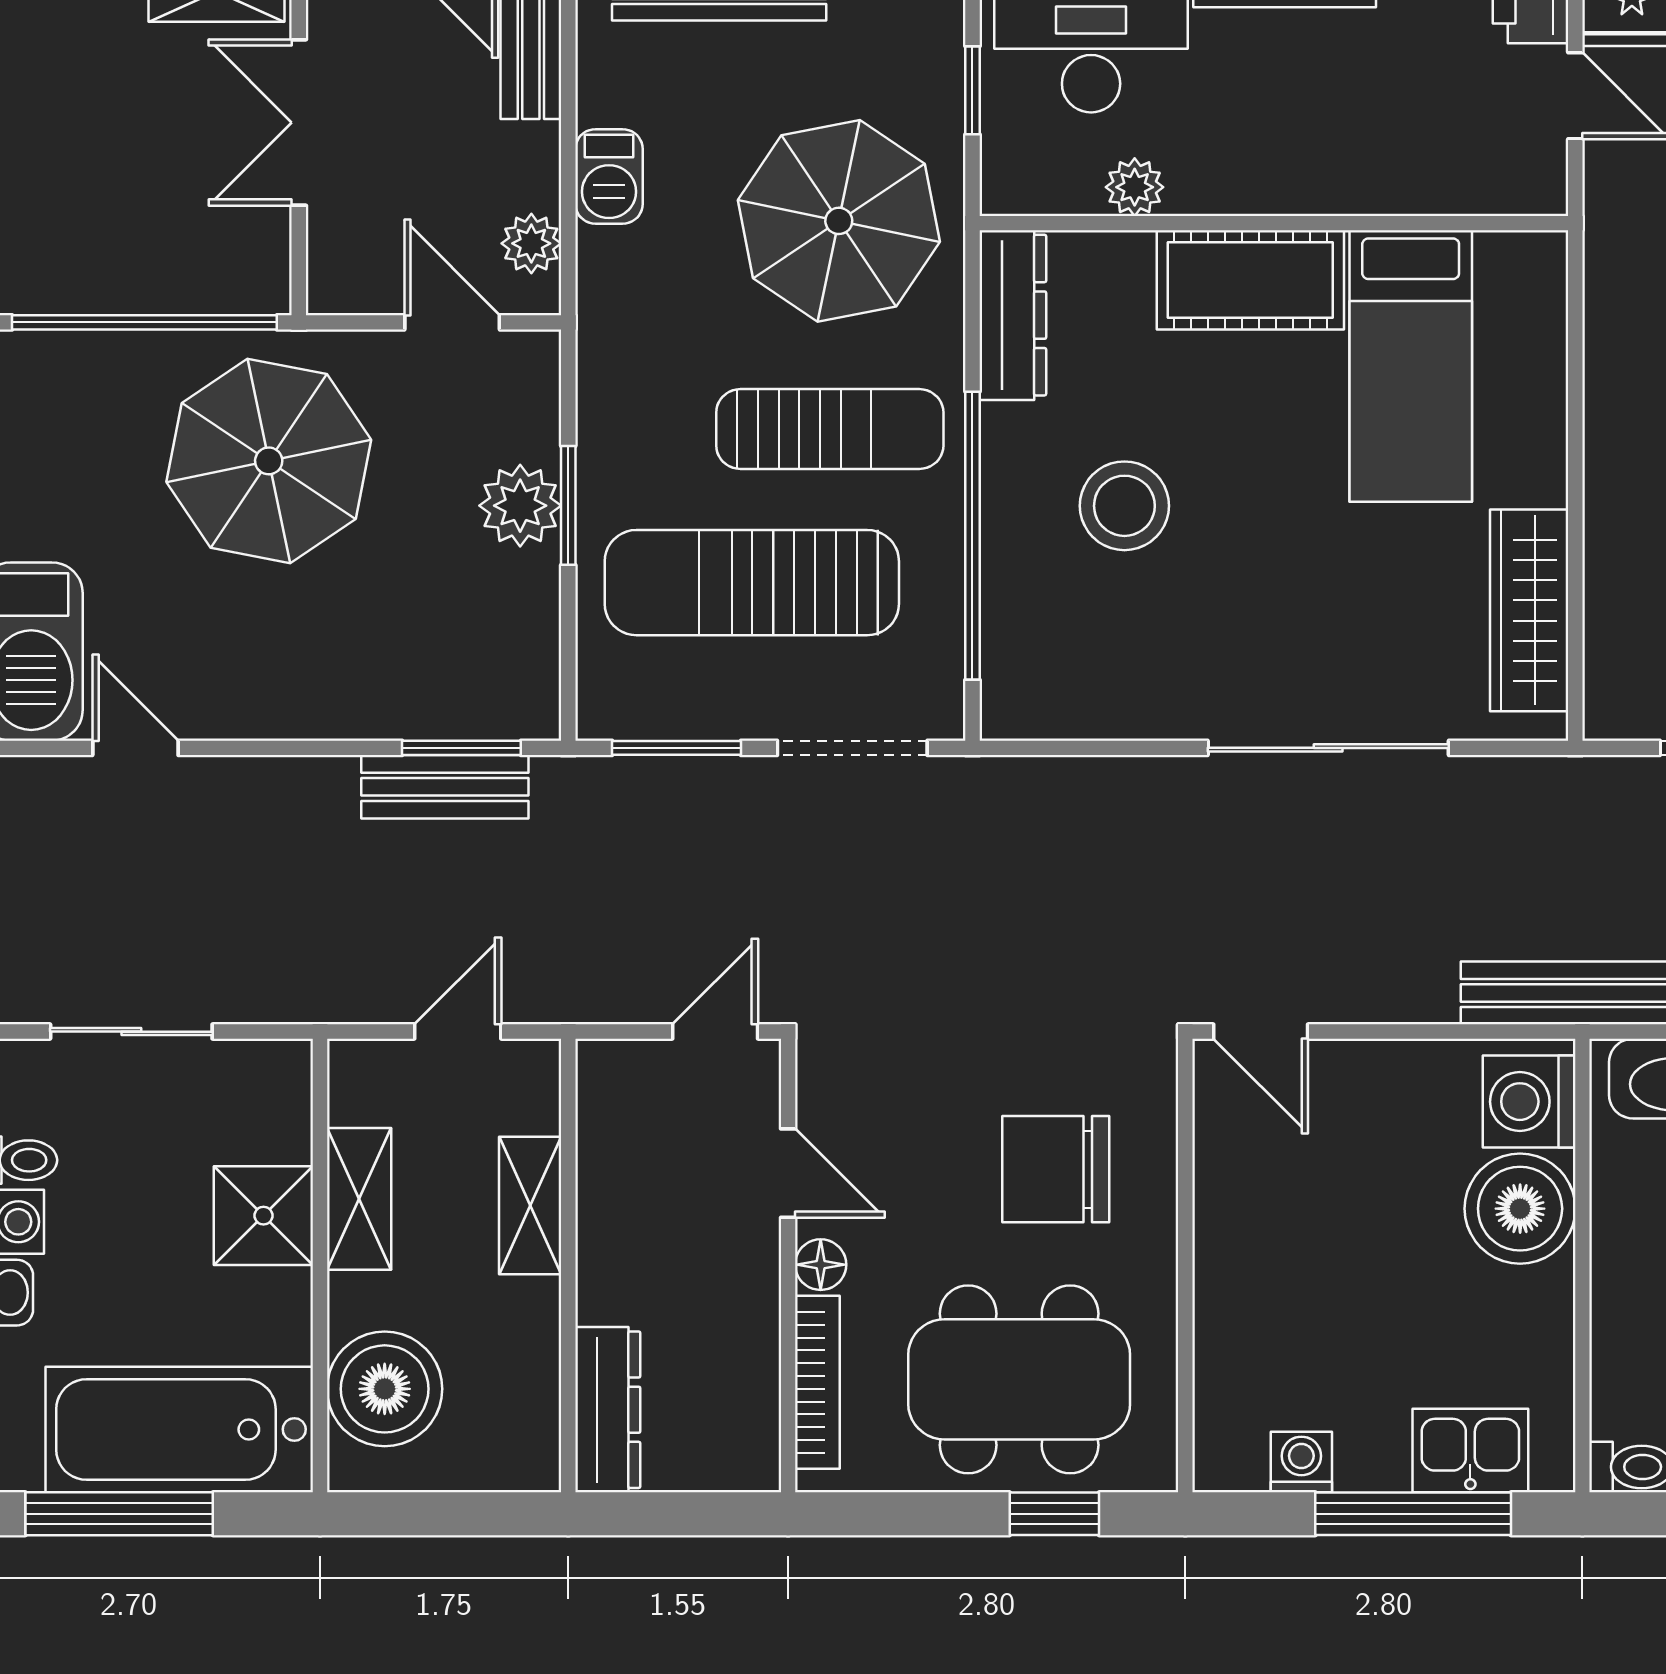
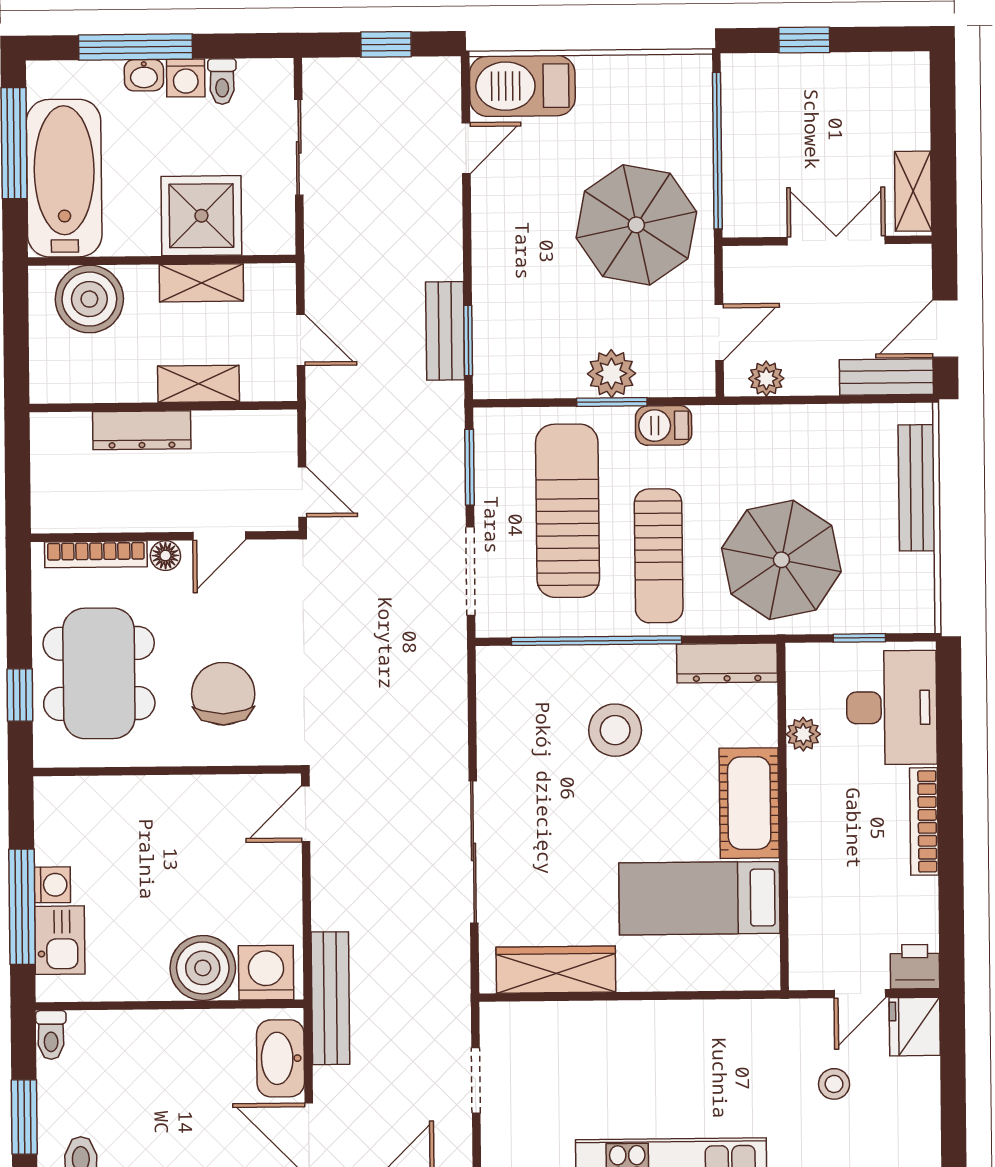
barbecue: (609, 176) -> (664, 425), moved
shower: (263, 1216) -> (201, 216), width x1.36, depth x1.36
dresser: (608, 1410) -> (142, 430), moved
washing machine: (1301, 1462) -> (52, 885), moved

